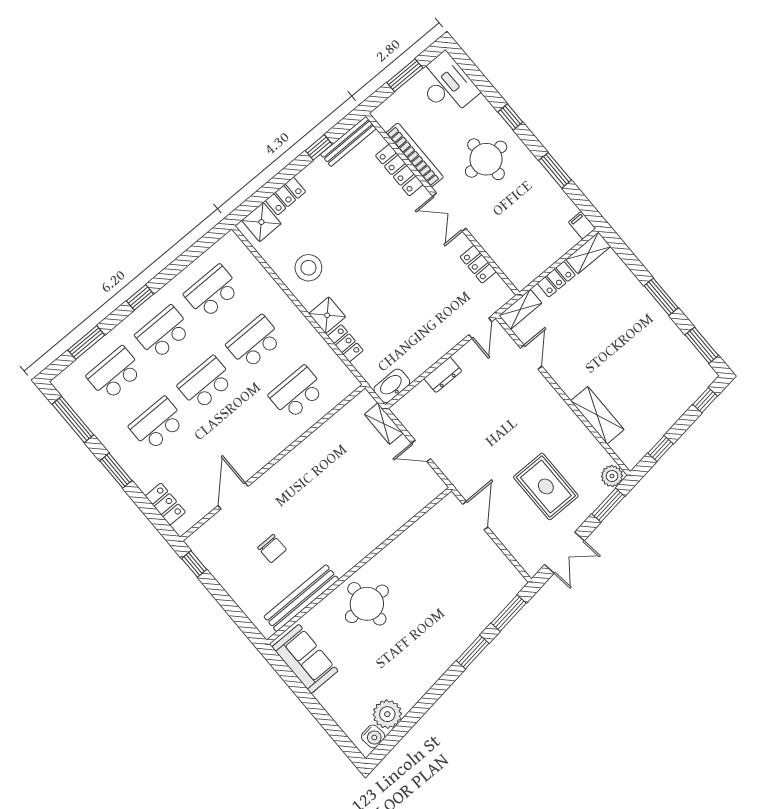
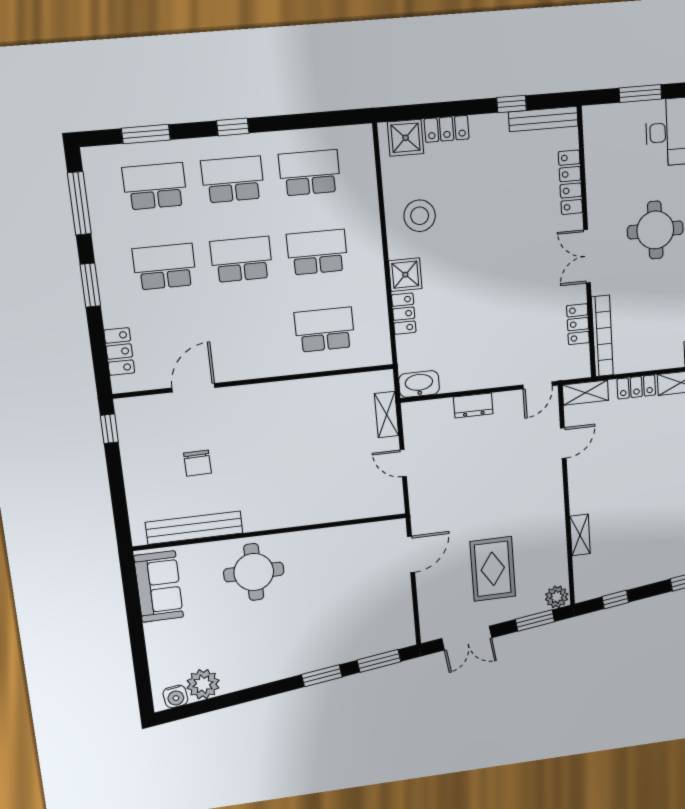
bookcase: (415, 155) -> (602, 336), moved
shelving: (597, 415) -> (580, 535), width x0.67, depth x0.75

